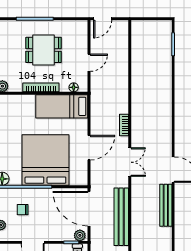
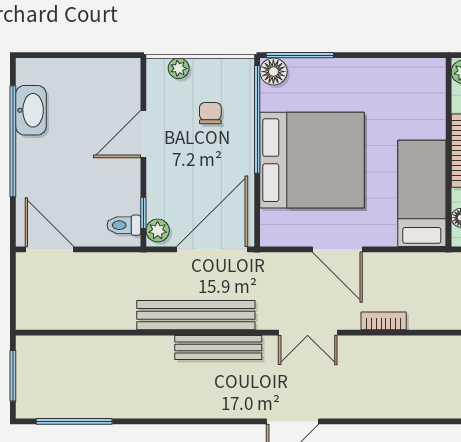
bench: (166, 205) -> (218, 348), moved

